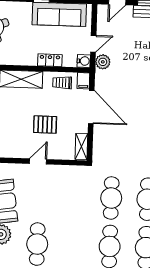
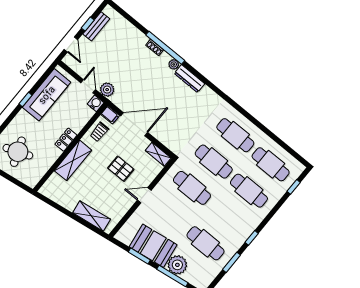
locker: (50, 60) -> (66, 140), moved
pallet: (45, 125) -> (121, 169), turned 90
door: (38, 161) -> (144, 195), hinge flipped
cafe table: (75, 197) -> (192, 188), added

